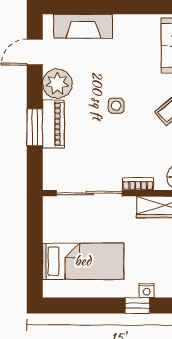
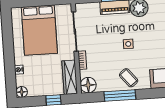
bed: (83, 261) -> (39, 30), width x1.50
window: (137, 306) -> (10, 65), removed

